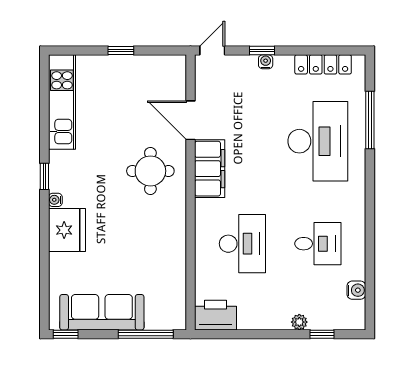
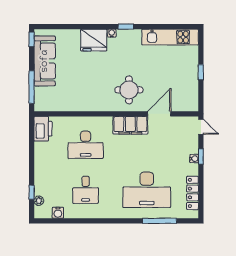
plant: (299, 322) -> (39, 201), moved

